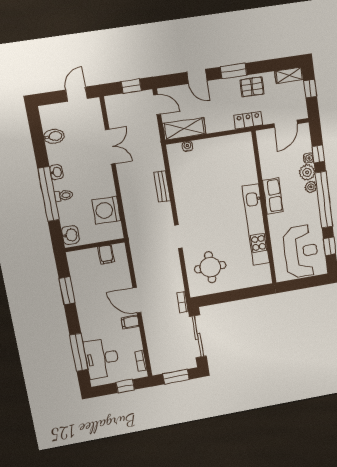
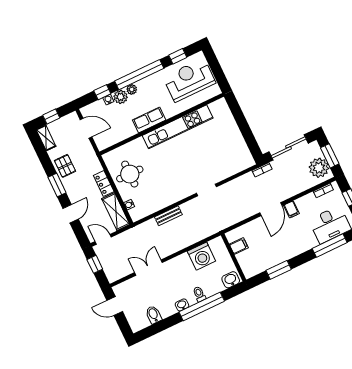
door: (157, 105) -> (103, 239), hinge flipped
locker: (248, 120) -> (104, 183), moved
round table: (210, 267) -> (130, 174), moved
plant: (167, 362) -> (319, 168), added

